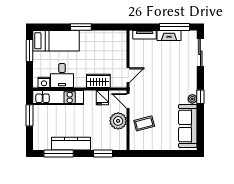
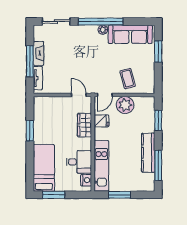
window: (81, 27) -> (30, 131), moved
window: (175, 27) -> (30, 61), moved
window: (200, 97) -> (101, 22), width x3.17
window: (171, 154) -> (158, 51), added

